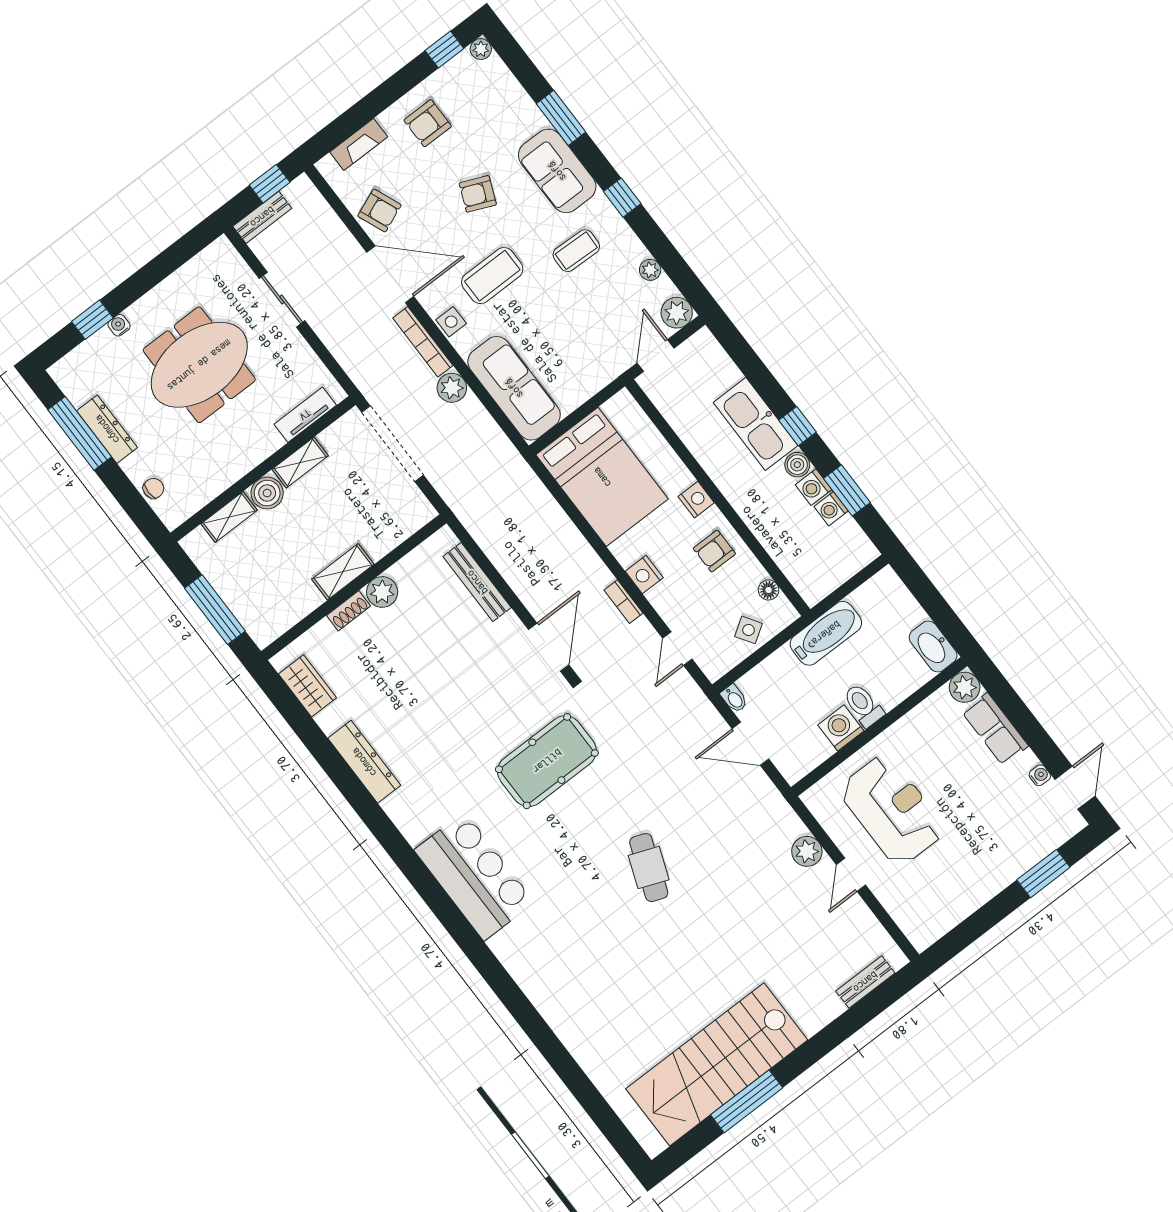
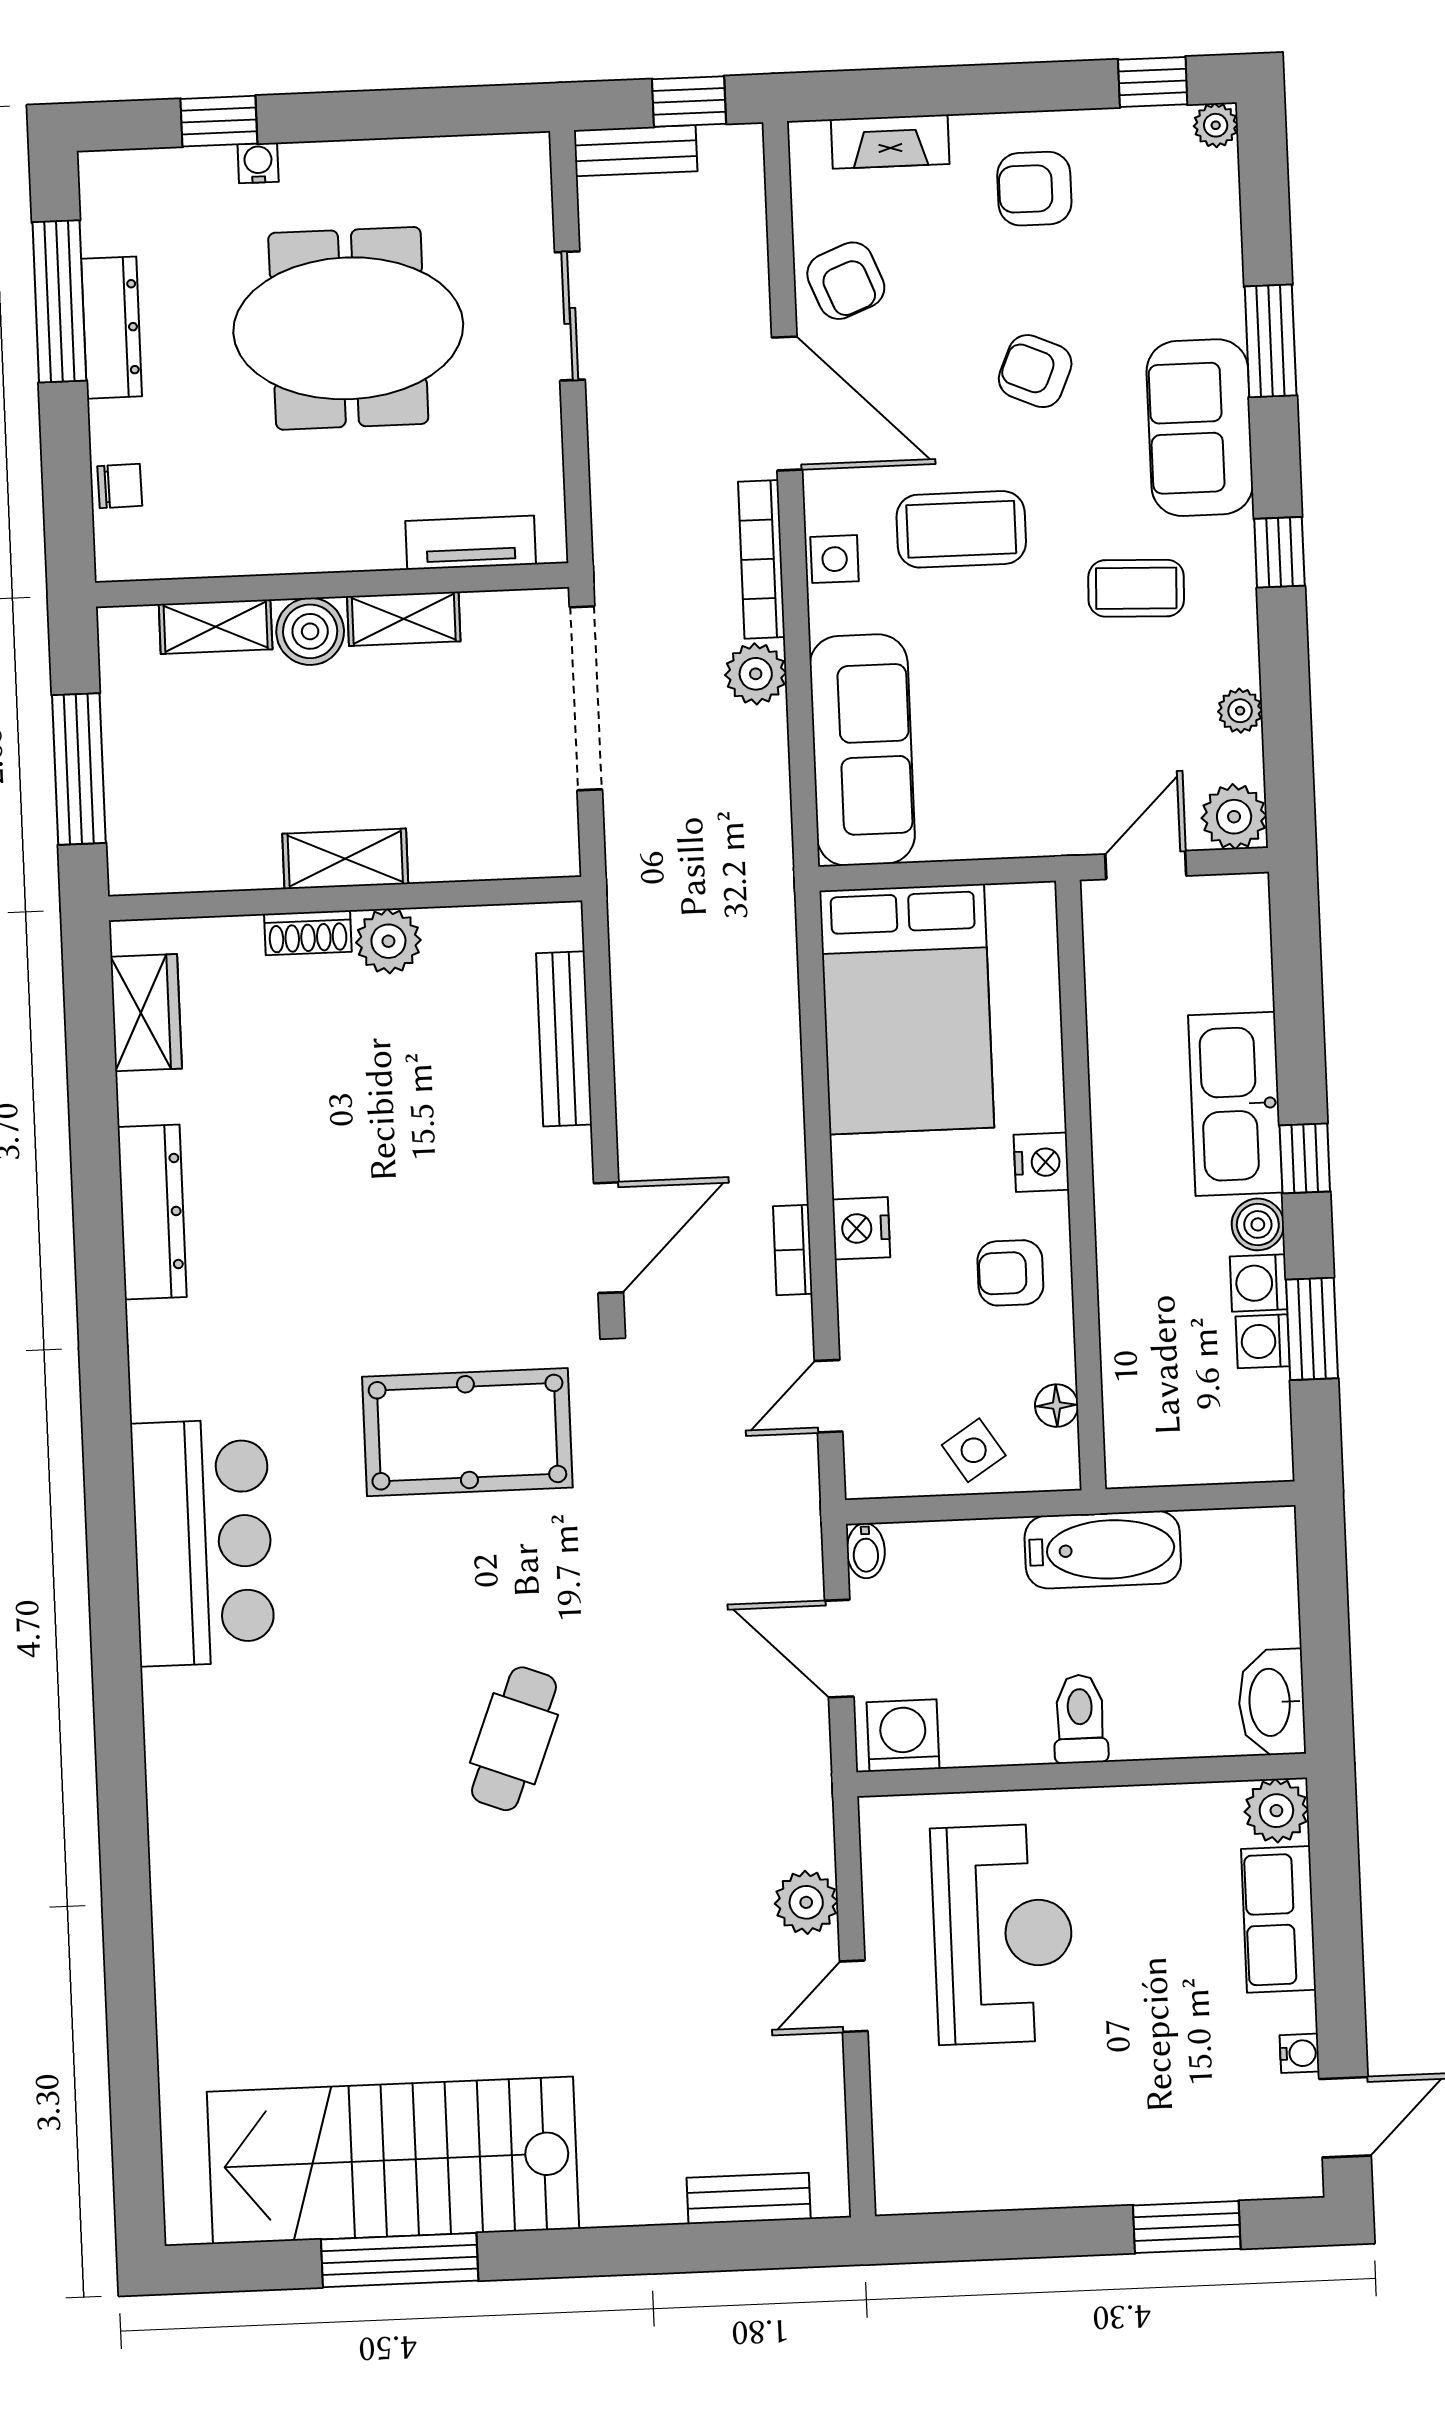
washing machine: (841, 728) -> (903, 1736), moved

